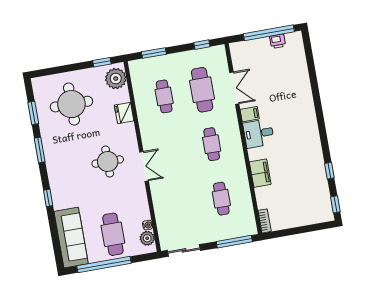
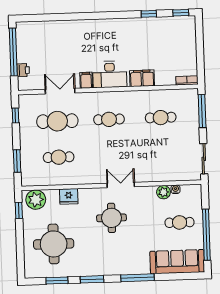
printer: (278, 41) -> (23, 70), moved
desk: (259, 133) -> (110, 74), width x1.37
window: (48, 198) -> (137, 278), width x2.17
cafe table: (113, 234) -> (180, 222), width x0.73, depth x0.74
plant: (147, 238) -> (163, 192), moved

